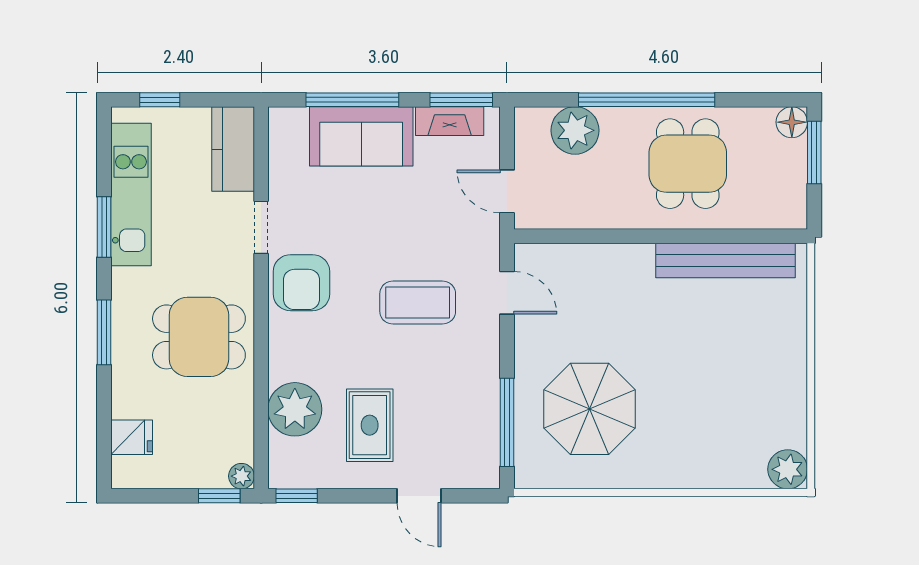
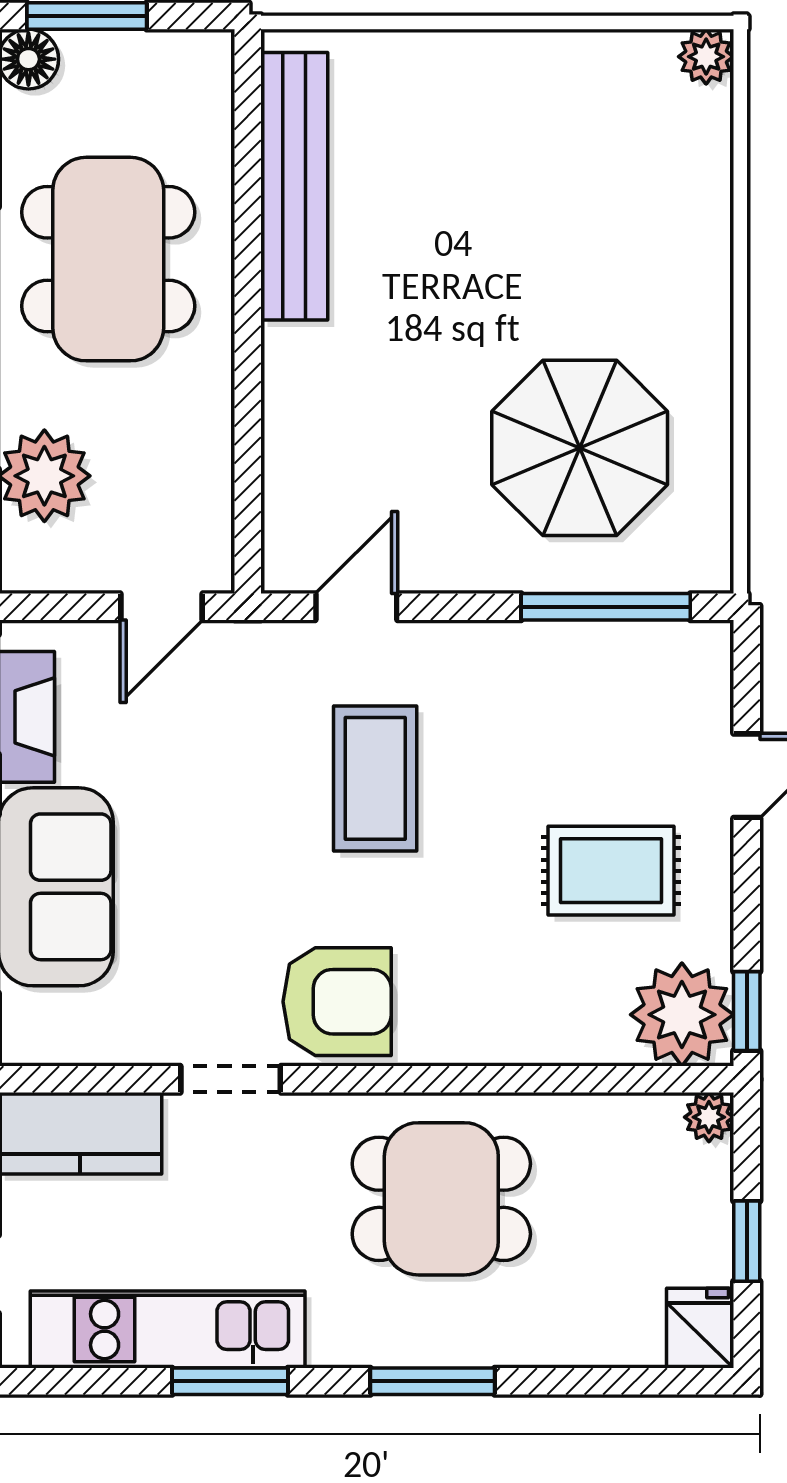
dining table: (688, 164) -> (108, 259), width x1.38
dining table: (199, 337) -> (441, 1199), turned 90
plant: (295, 409) -> (682, 1015), moved
fridge: (132, 437) -> (700, 1328), moved
plant: (788, 469) -> (706, 57), width x0.73, depth x0.73
window: (219, 496) -> (747, 1241), moved

